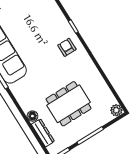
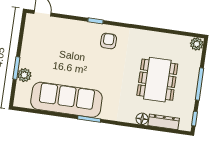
armchair: (67, 47) -> (108, 41), turned 90

